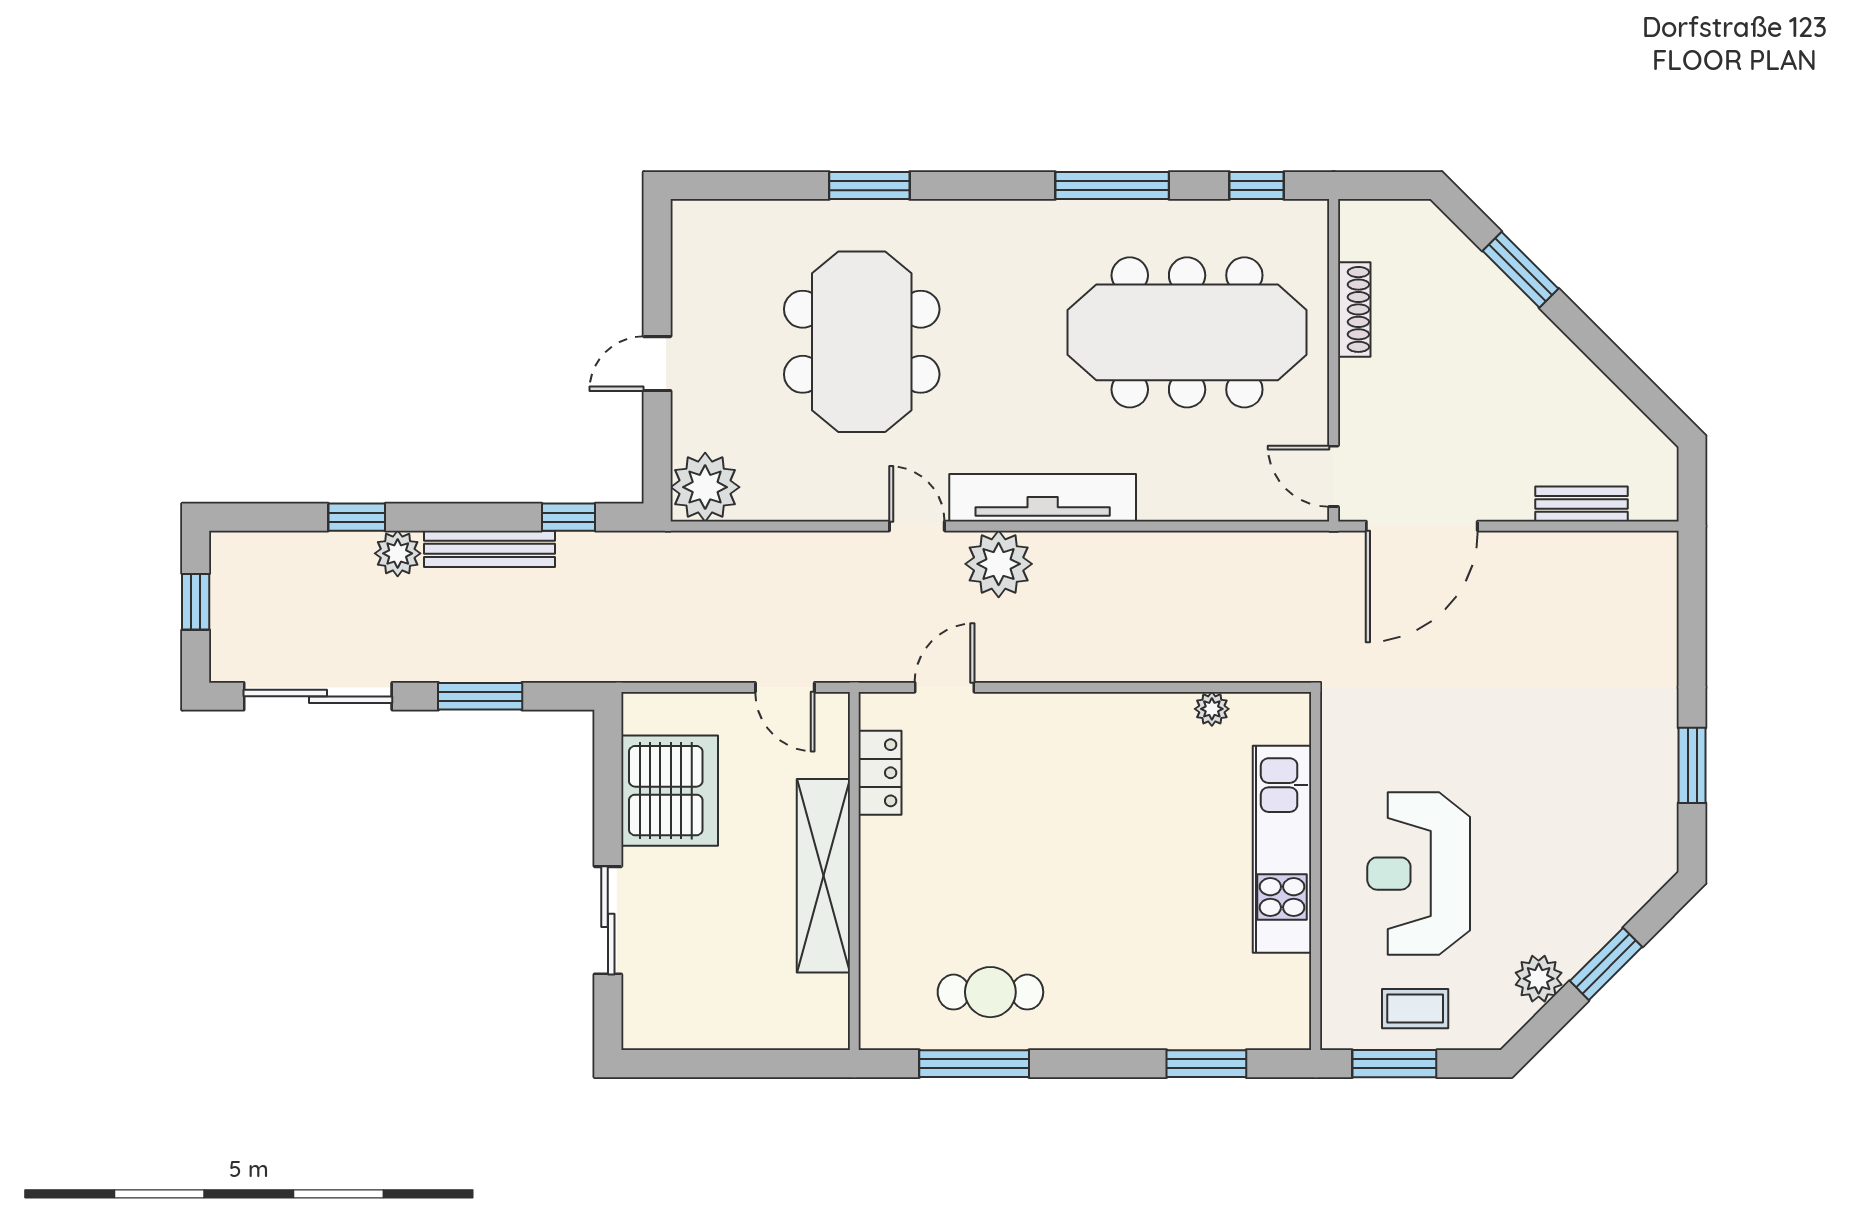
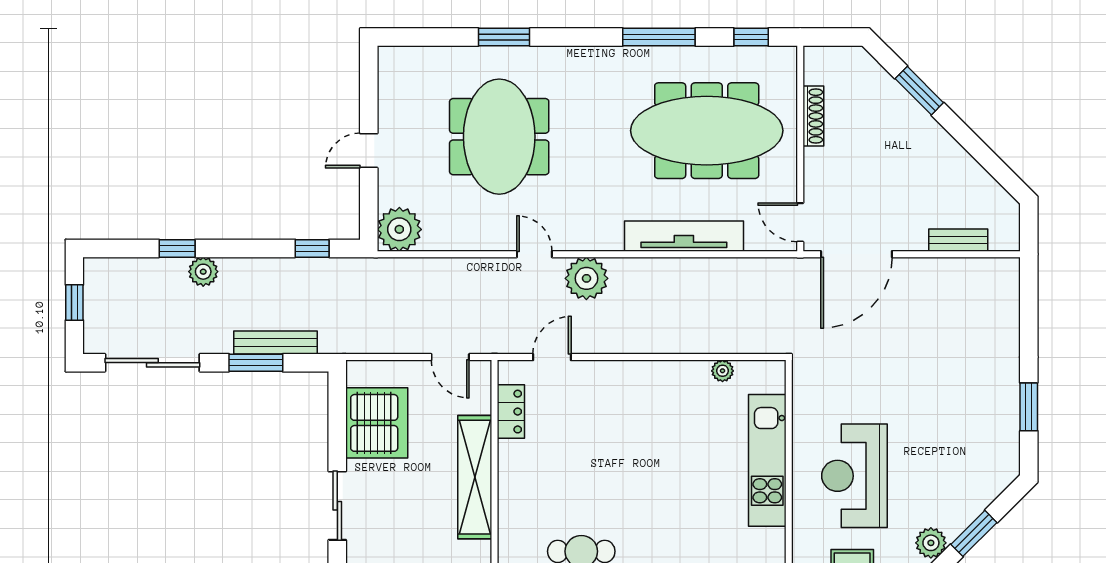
tv unit: (1043, 498) -> (684, 236), moved
bench: (489, 549) -> (275, 343), moved

